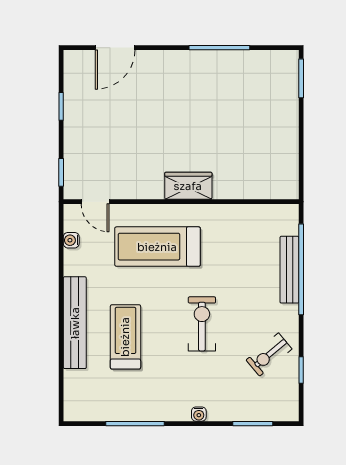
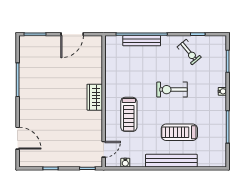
door: (301, 145) -> (72, 34), added
treadmill: (157, 247) -> (129, 114), width x0.73, depth x0.73

